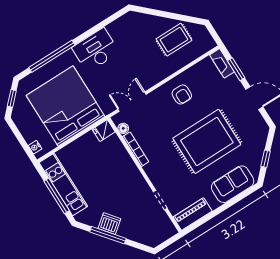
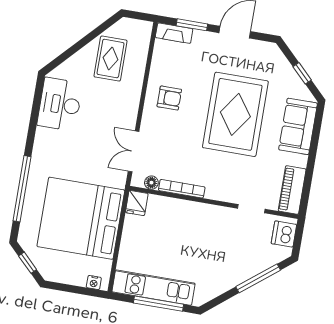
desk: (96, 50) -> (60, 104), moved
dishwasher: (109, 224) -> (284, 234), moved, turned -51
window: (108, 235) -> (258, 278), moved

